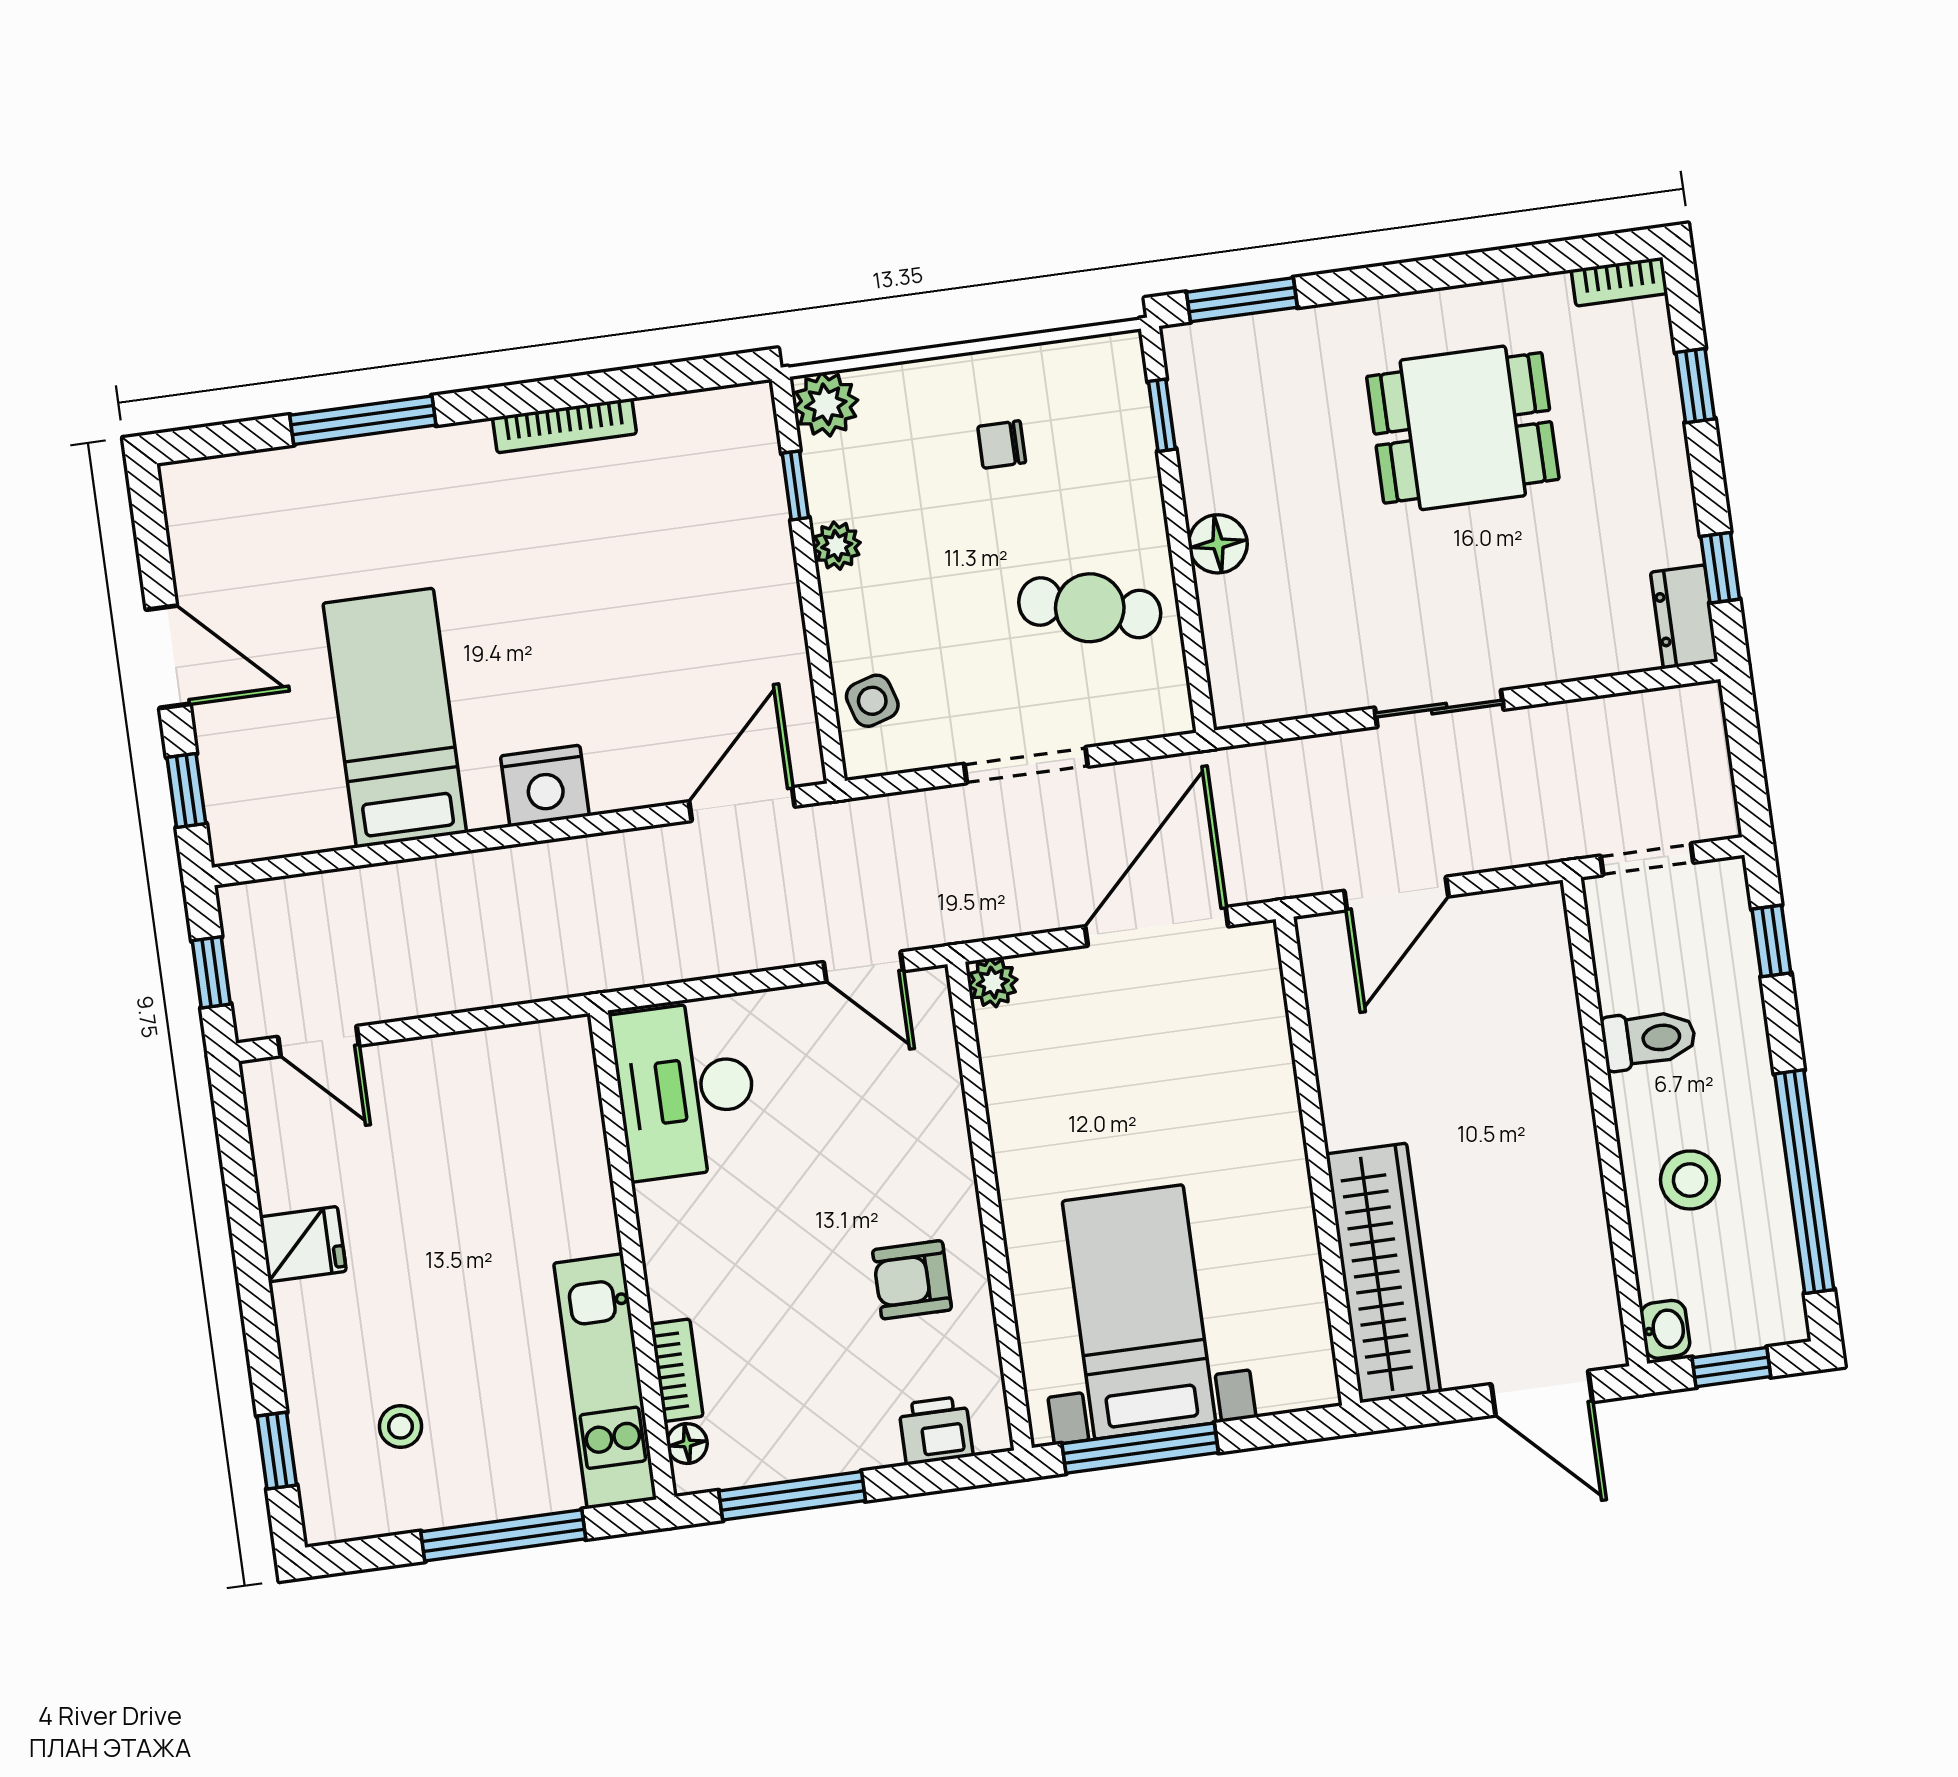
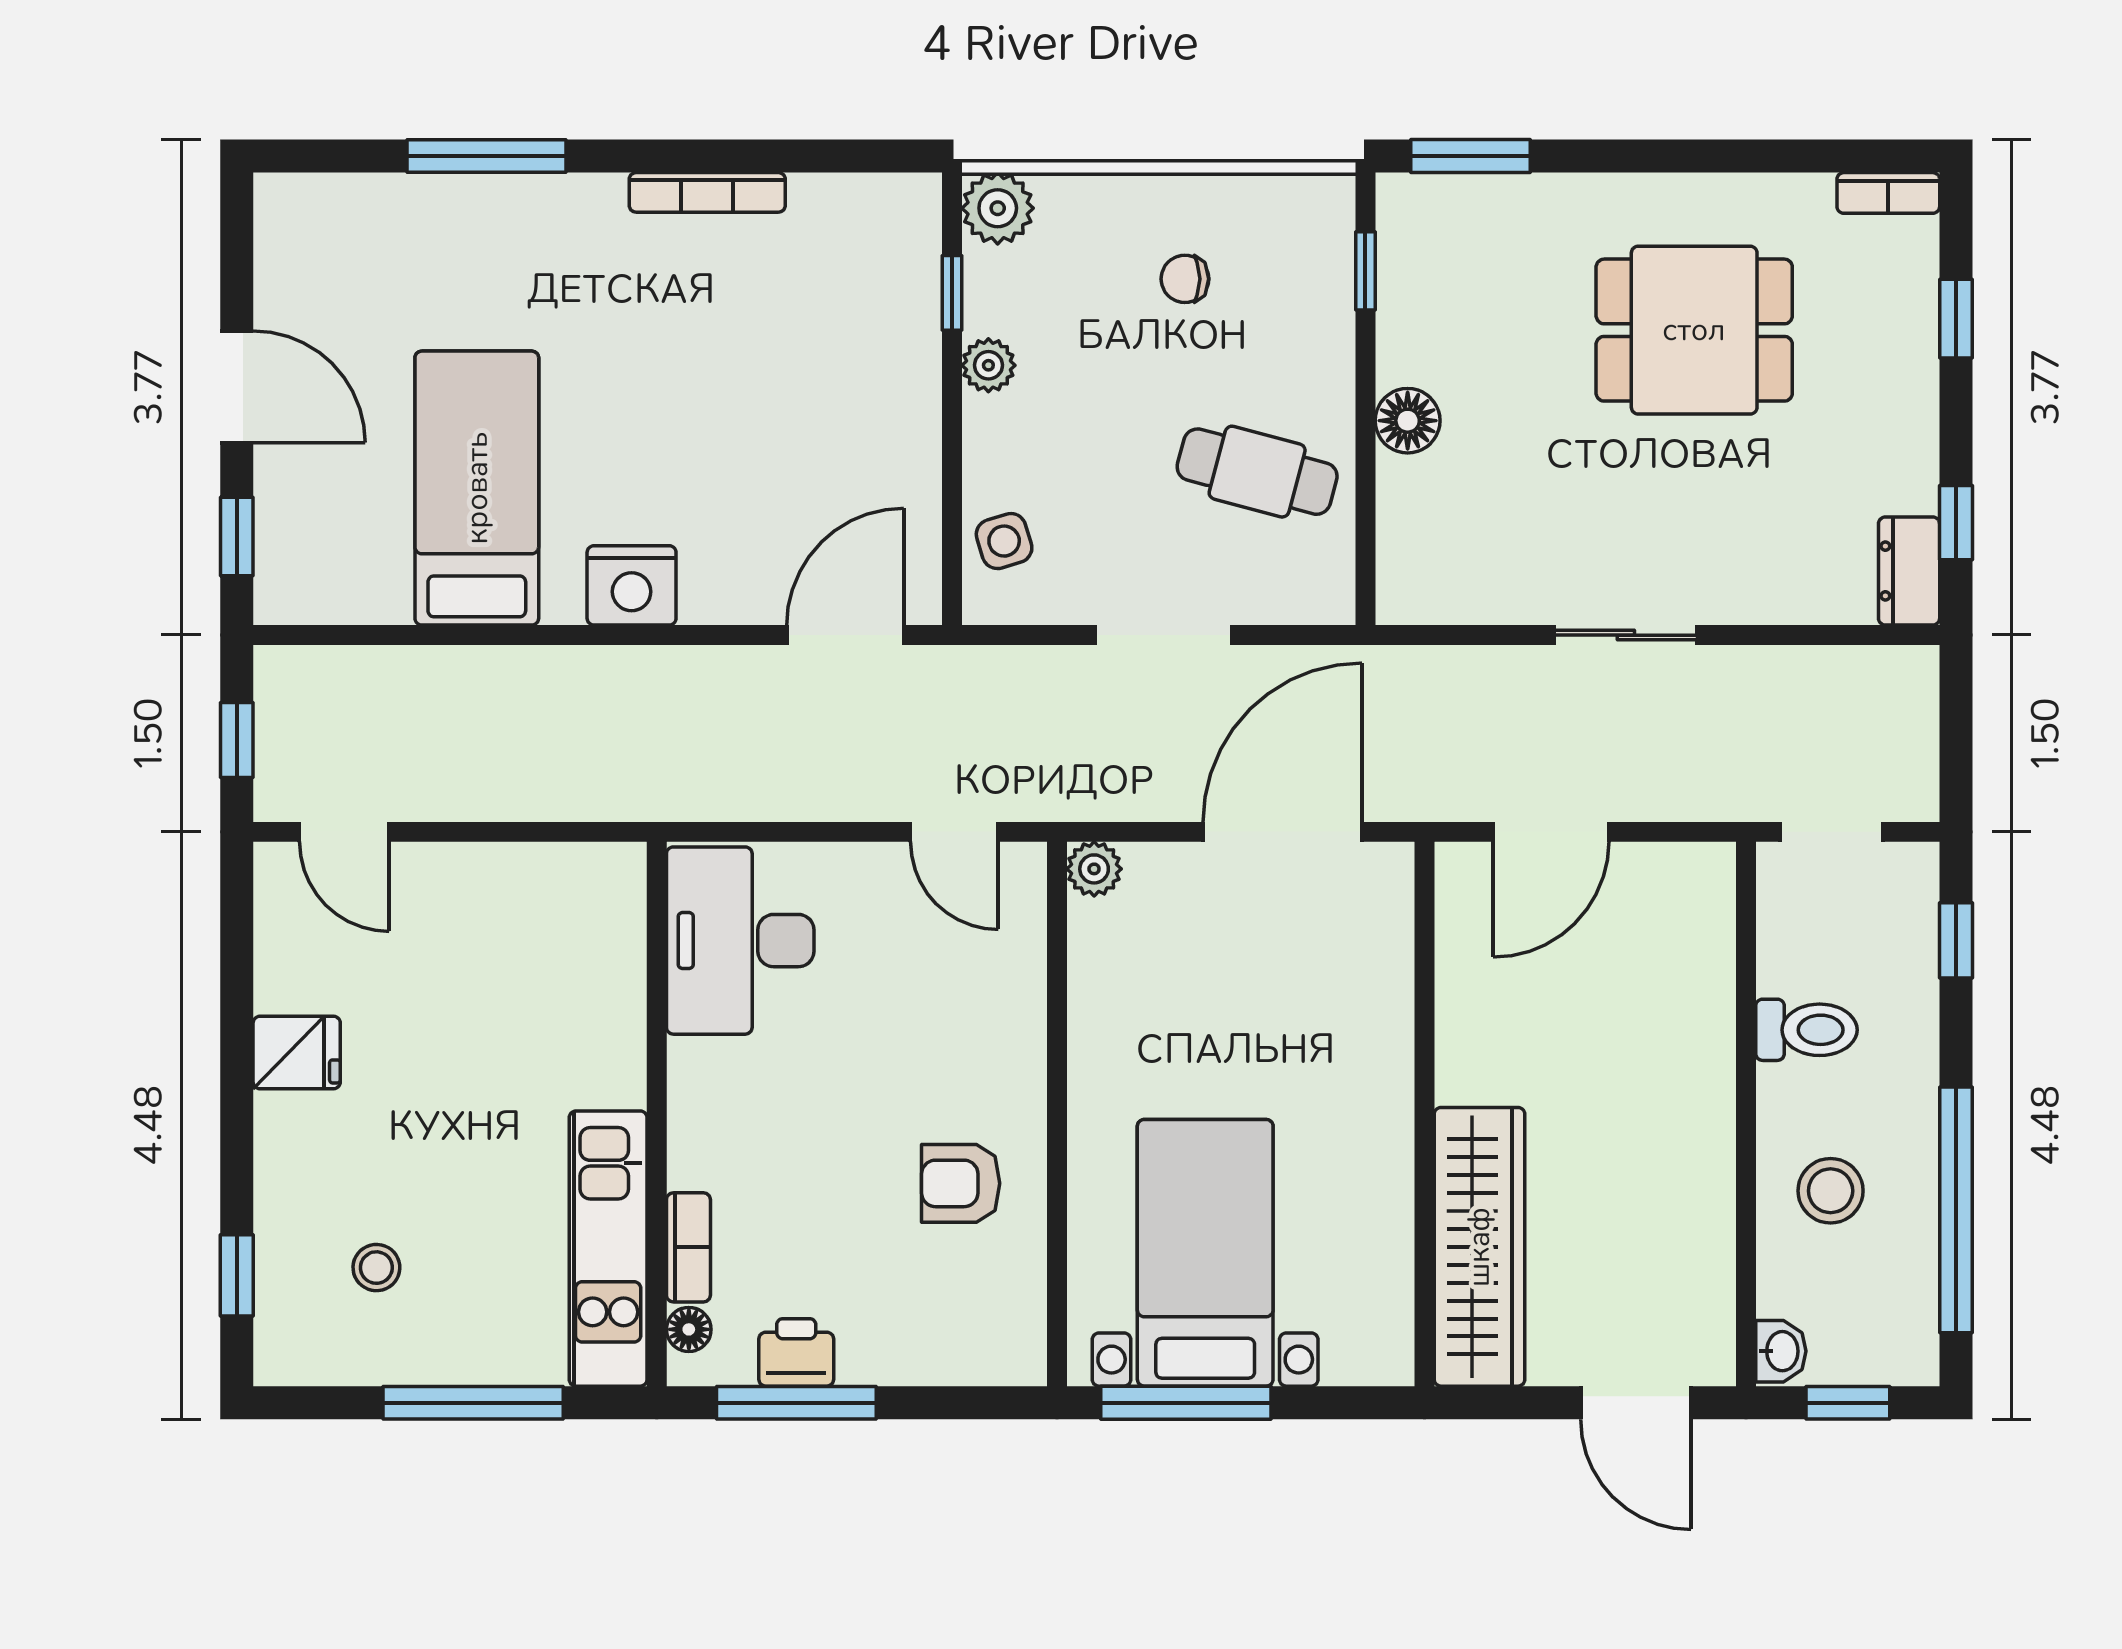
printer: (936, 1430) -> (796, 1352), moved

